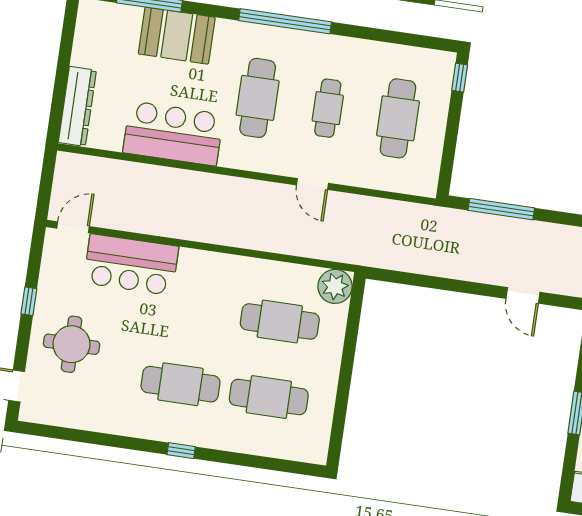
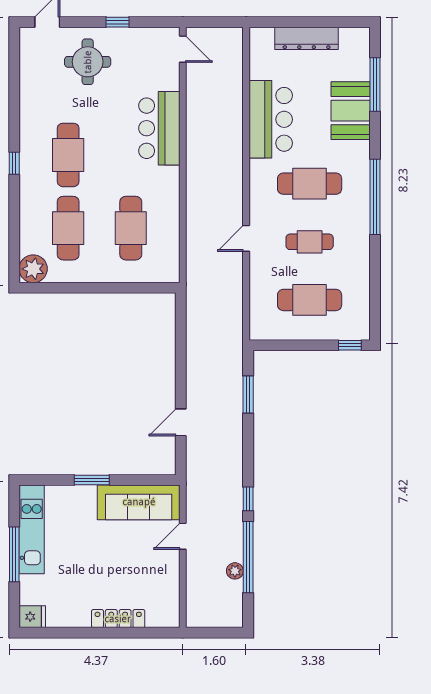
dresser: (77, 106) -> (307, 38), moved
window: (501, 209) -> (248, 395), width x0.69
bar counter: (131, 265) -> (159, 128), moved
plant: (335, 286) -> (33, 269), moved

